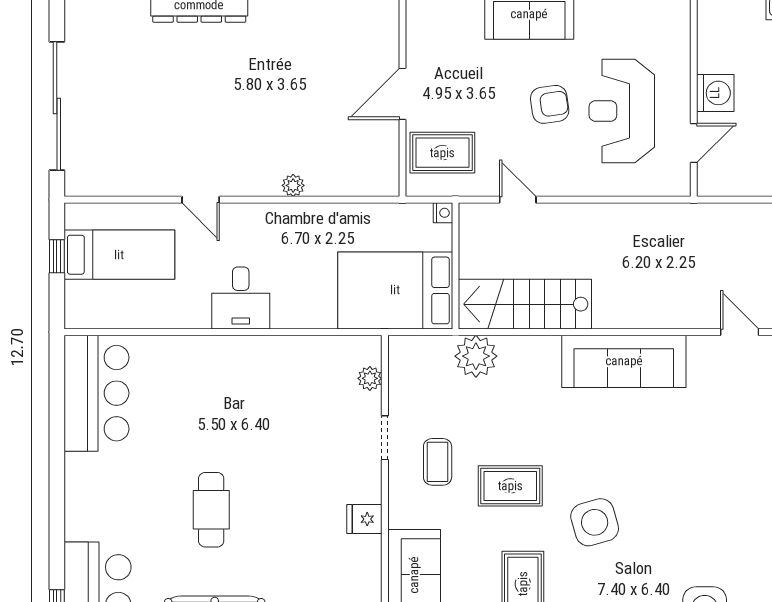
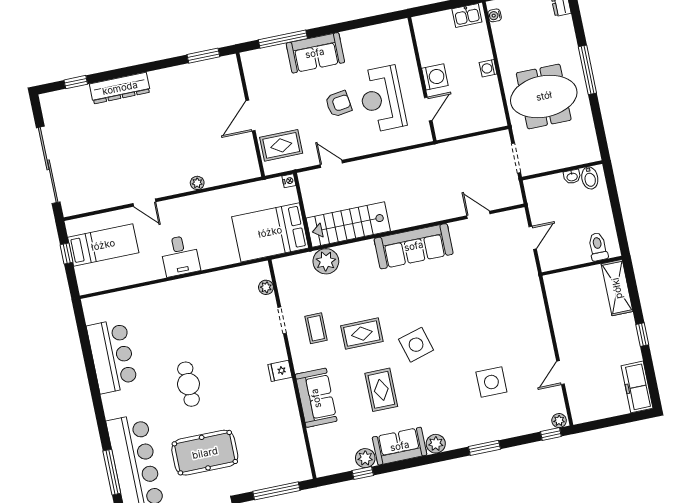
bar counter: (97, 393) -> (112, 356), moved

